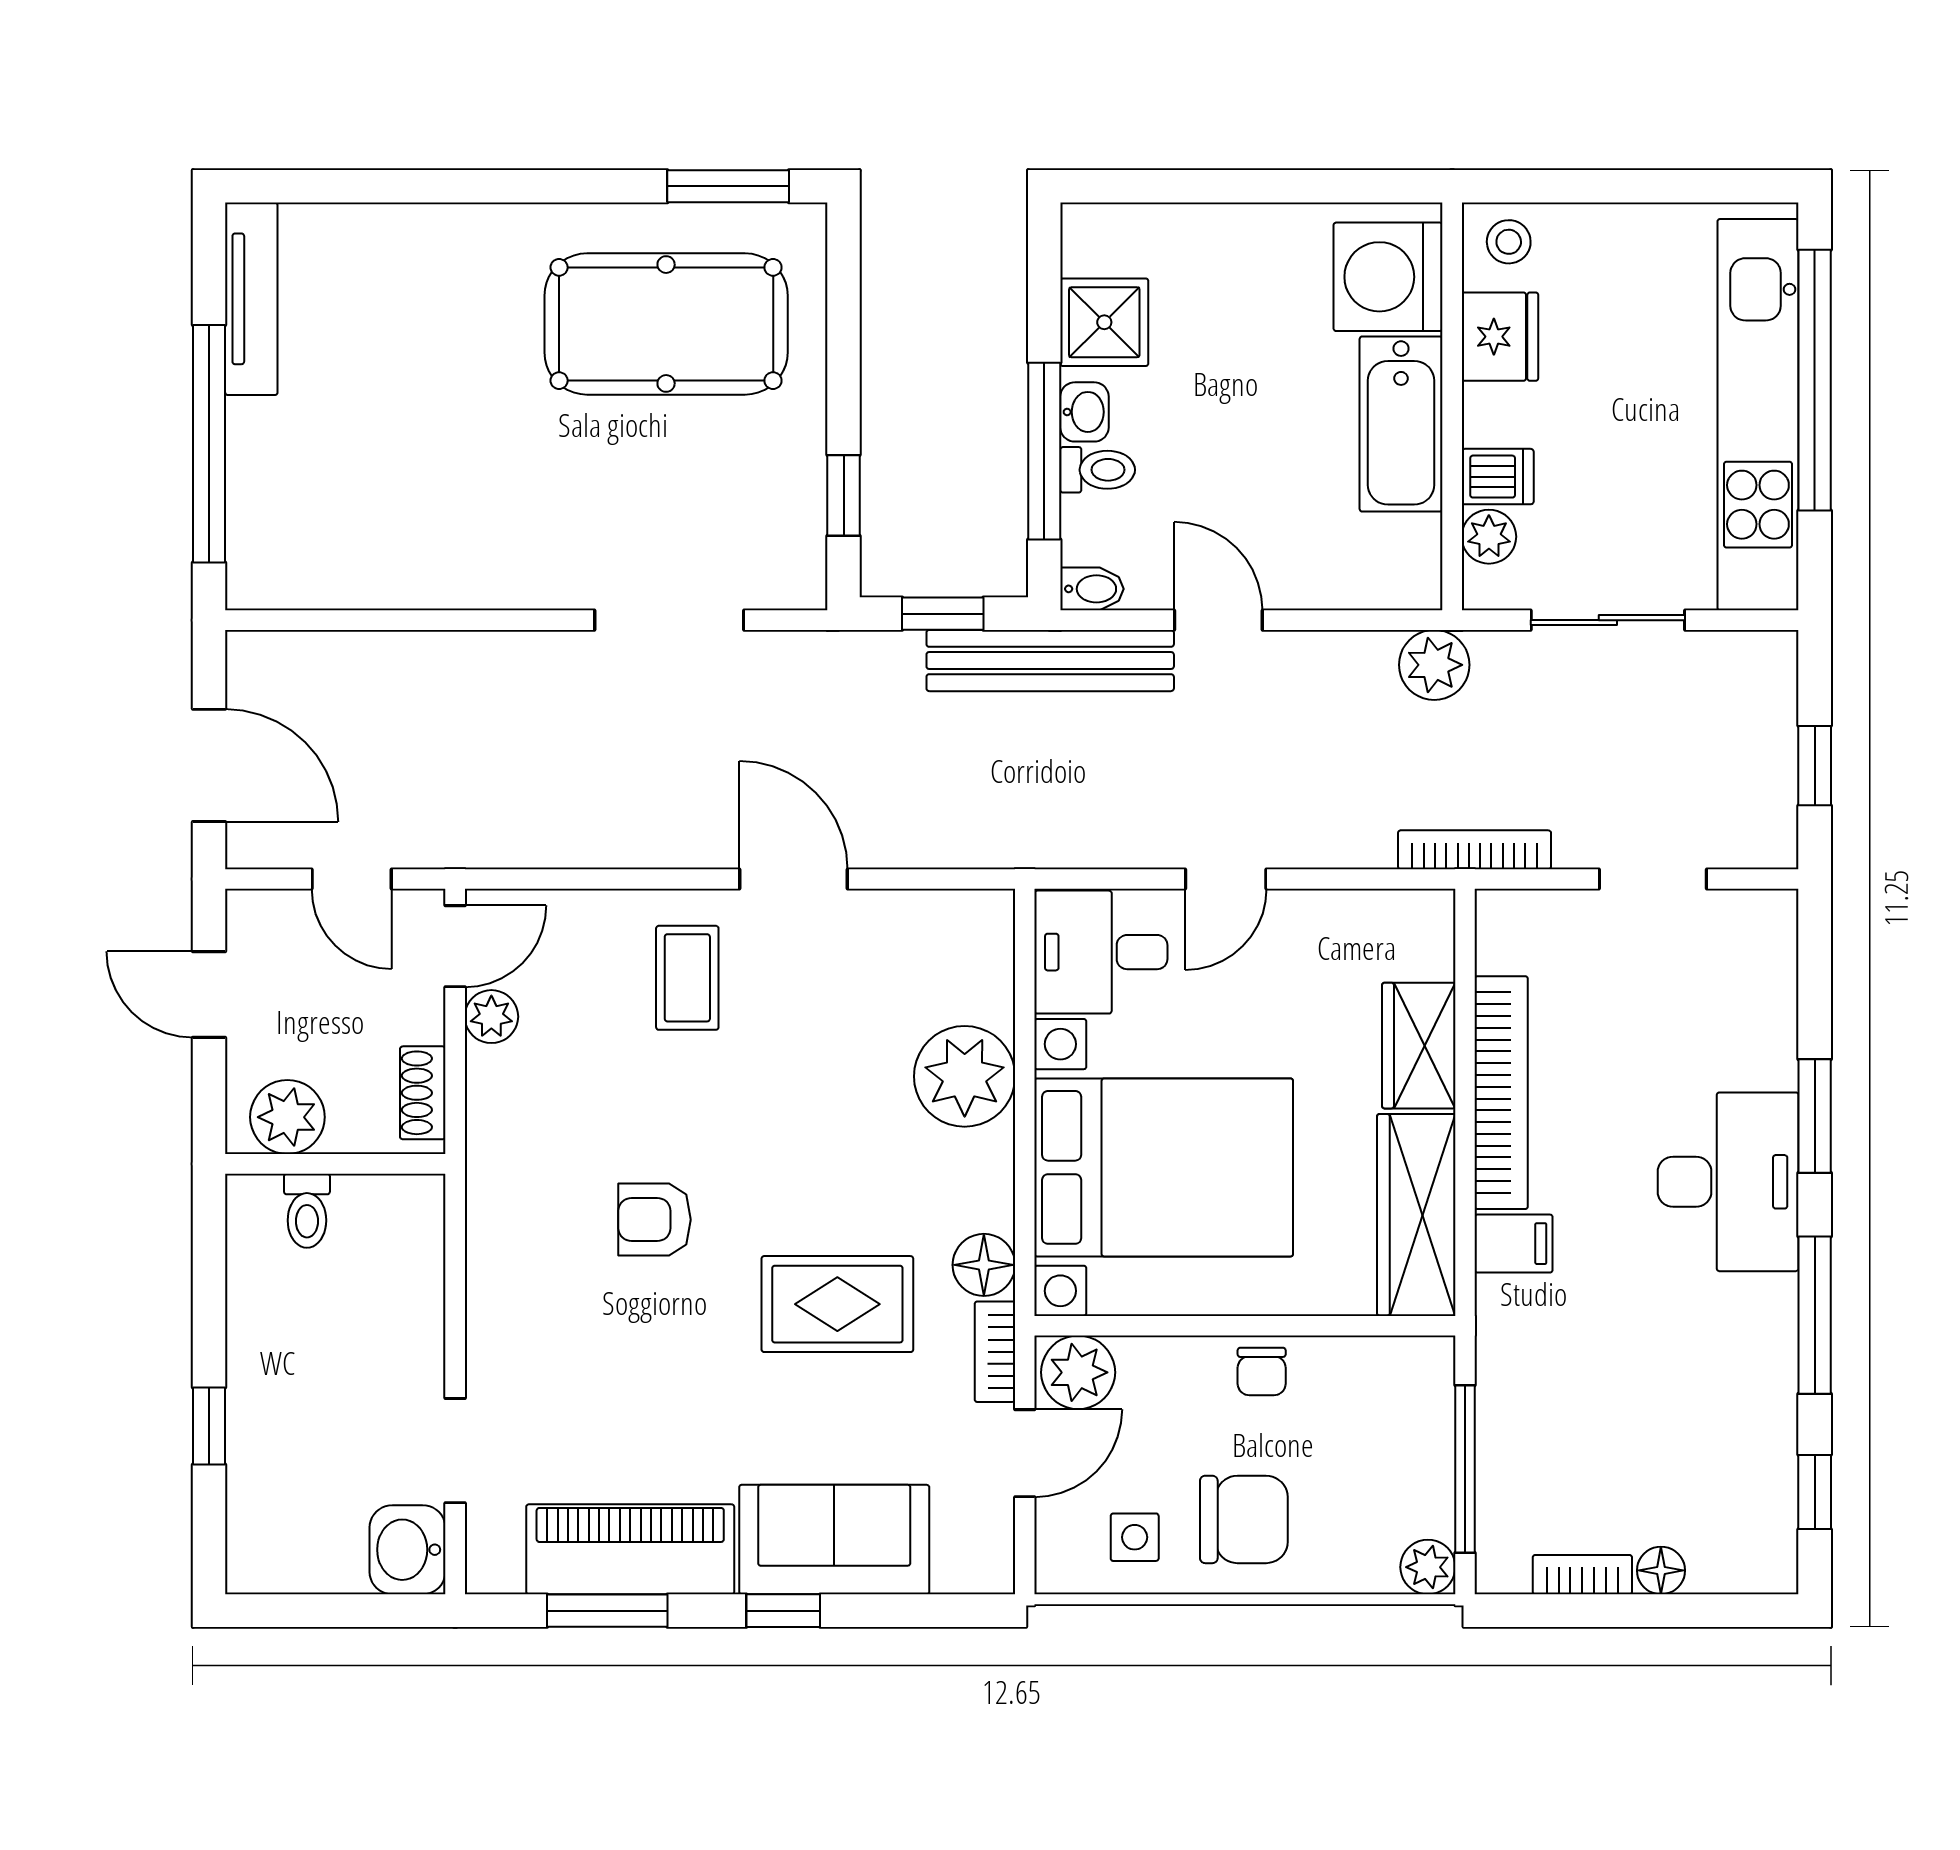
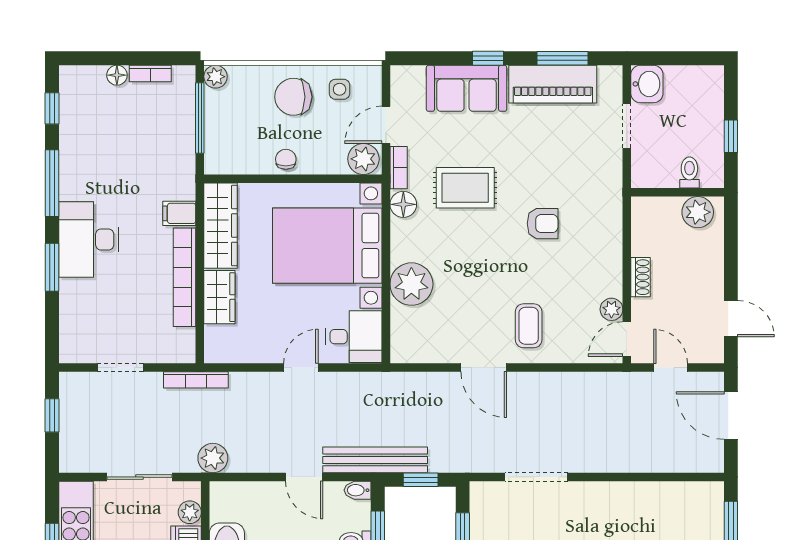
plant: (287, 1117) -> (698, 212), moved
wall: (335, 1164) -> (677, 192), moved
toilet: (307, 1211) -> (689, 173), moved

